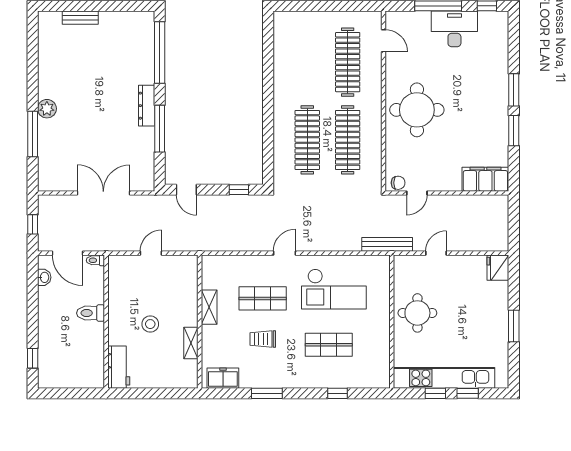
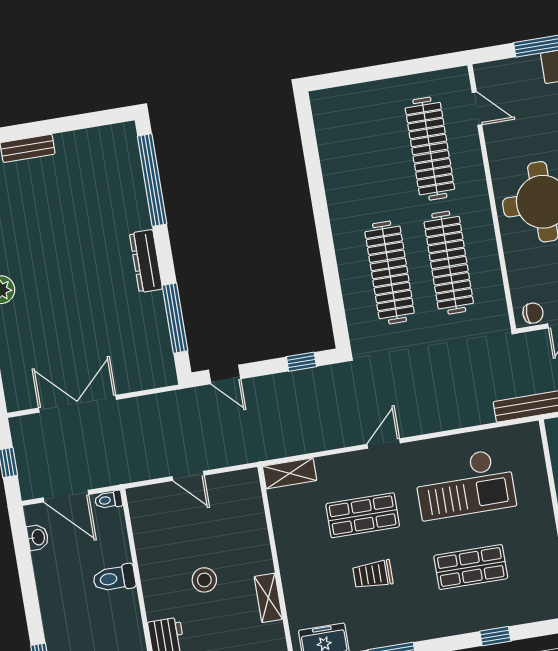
window: (160, 129) -> (175, 318), moved
double door: (103, 193) -> (77, 404), moved
door: (151, 253) -> (188, 476), swing flipped
shelving: (209, 307) -> (290, 473), moved, turned 90

